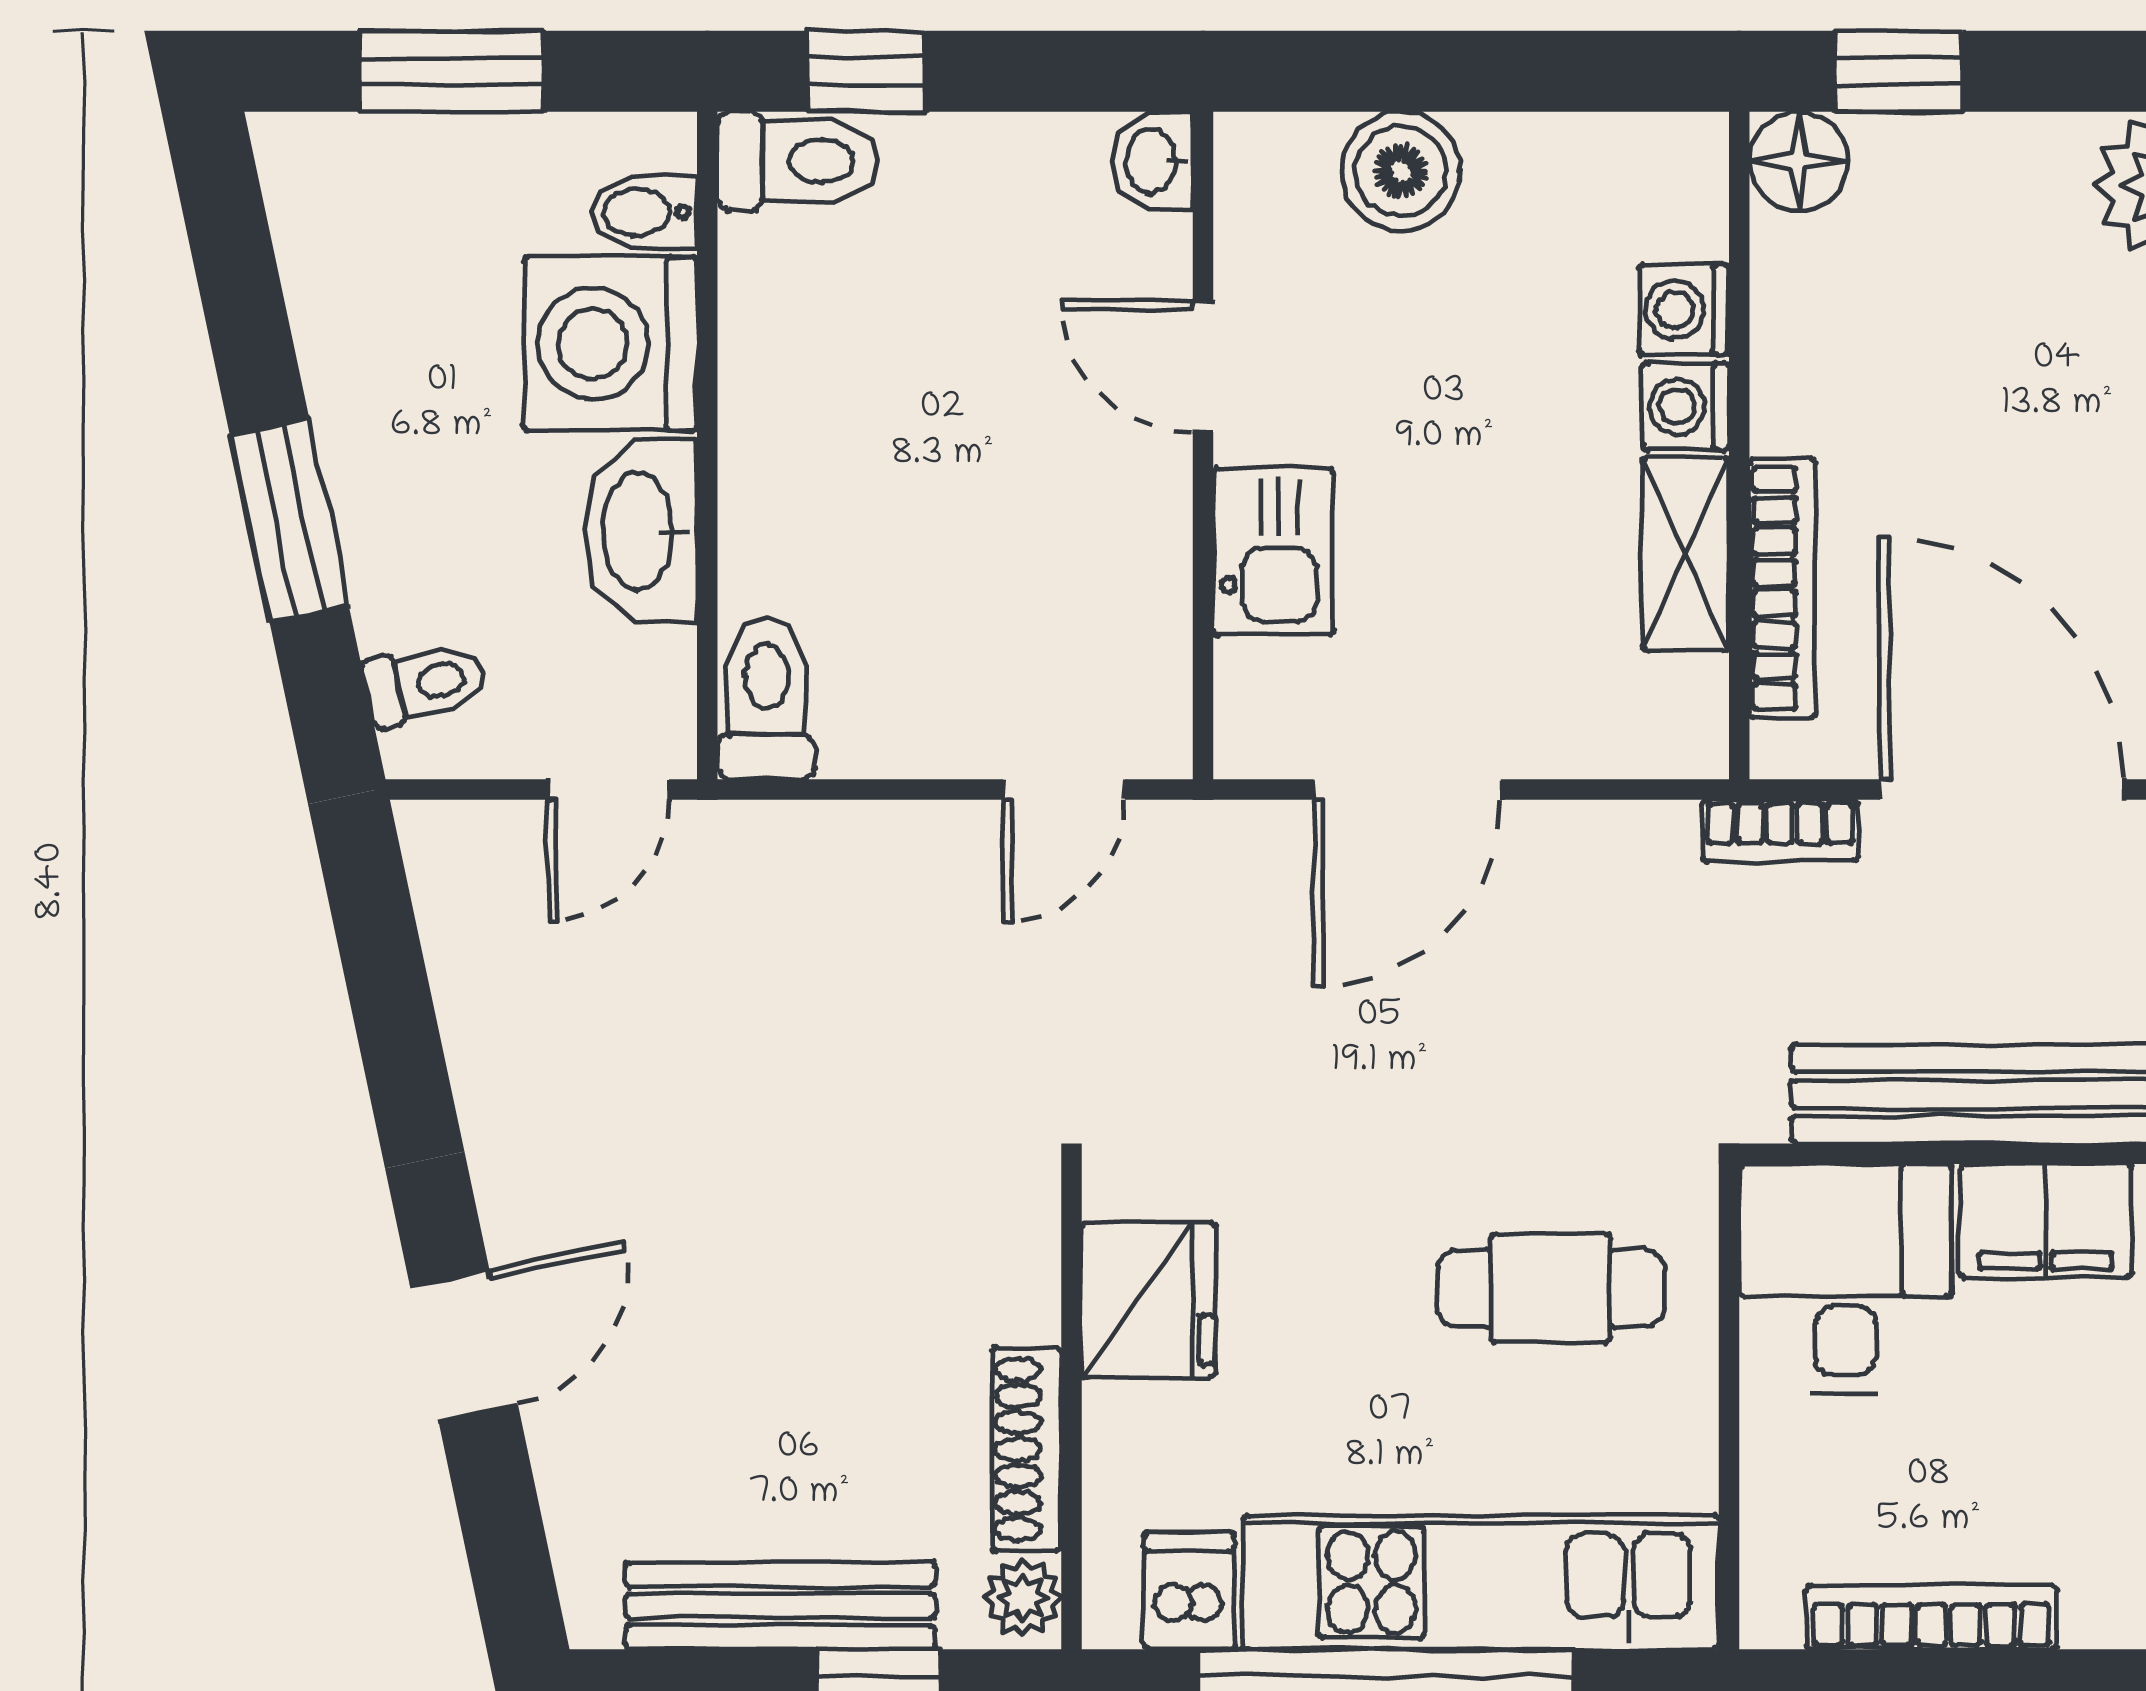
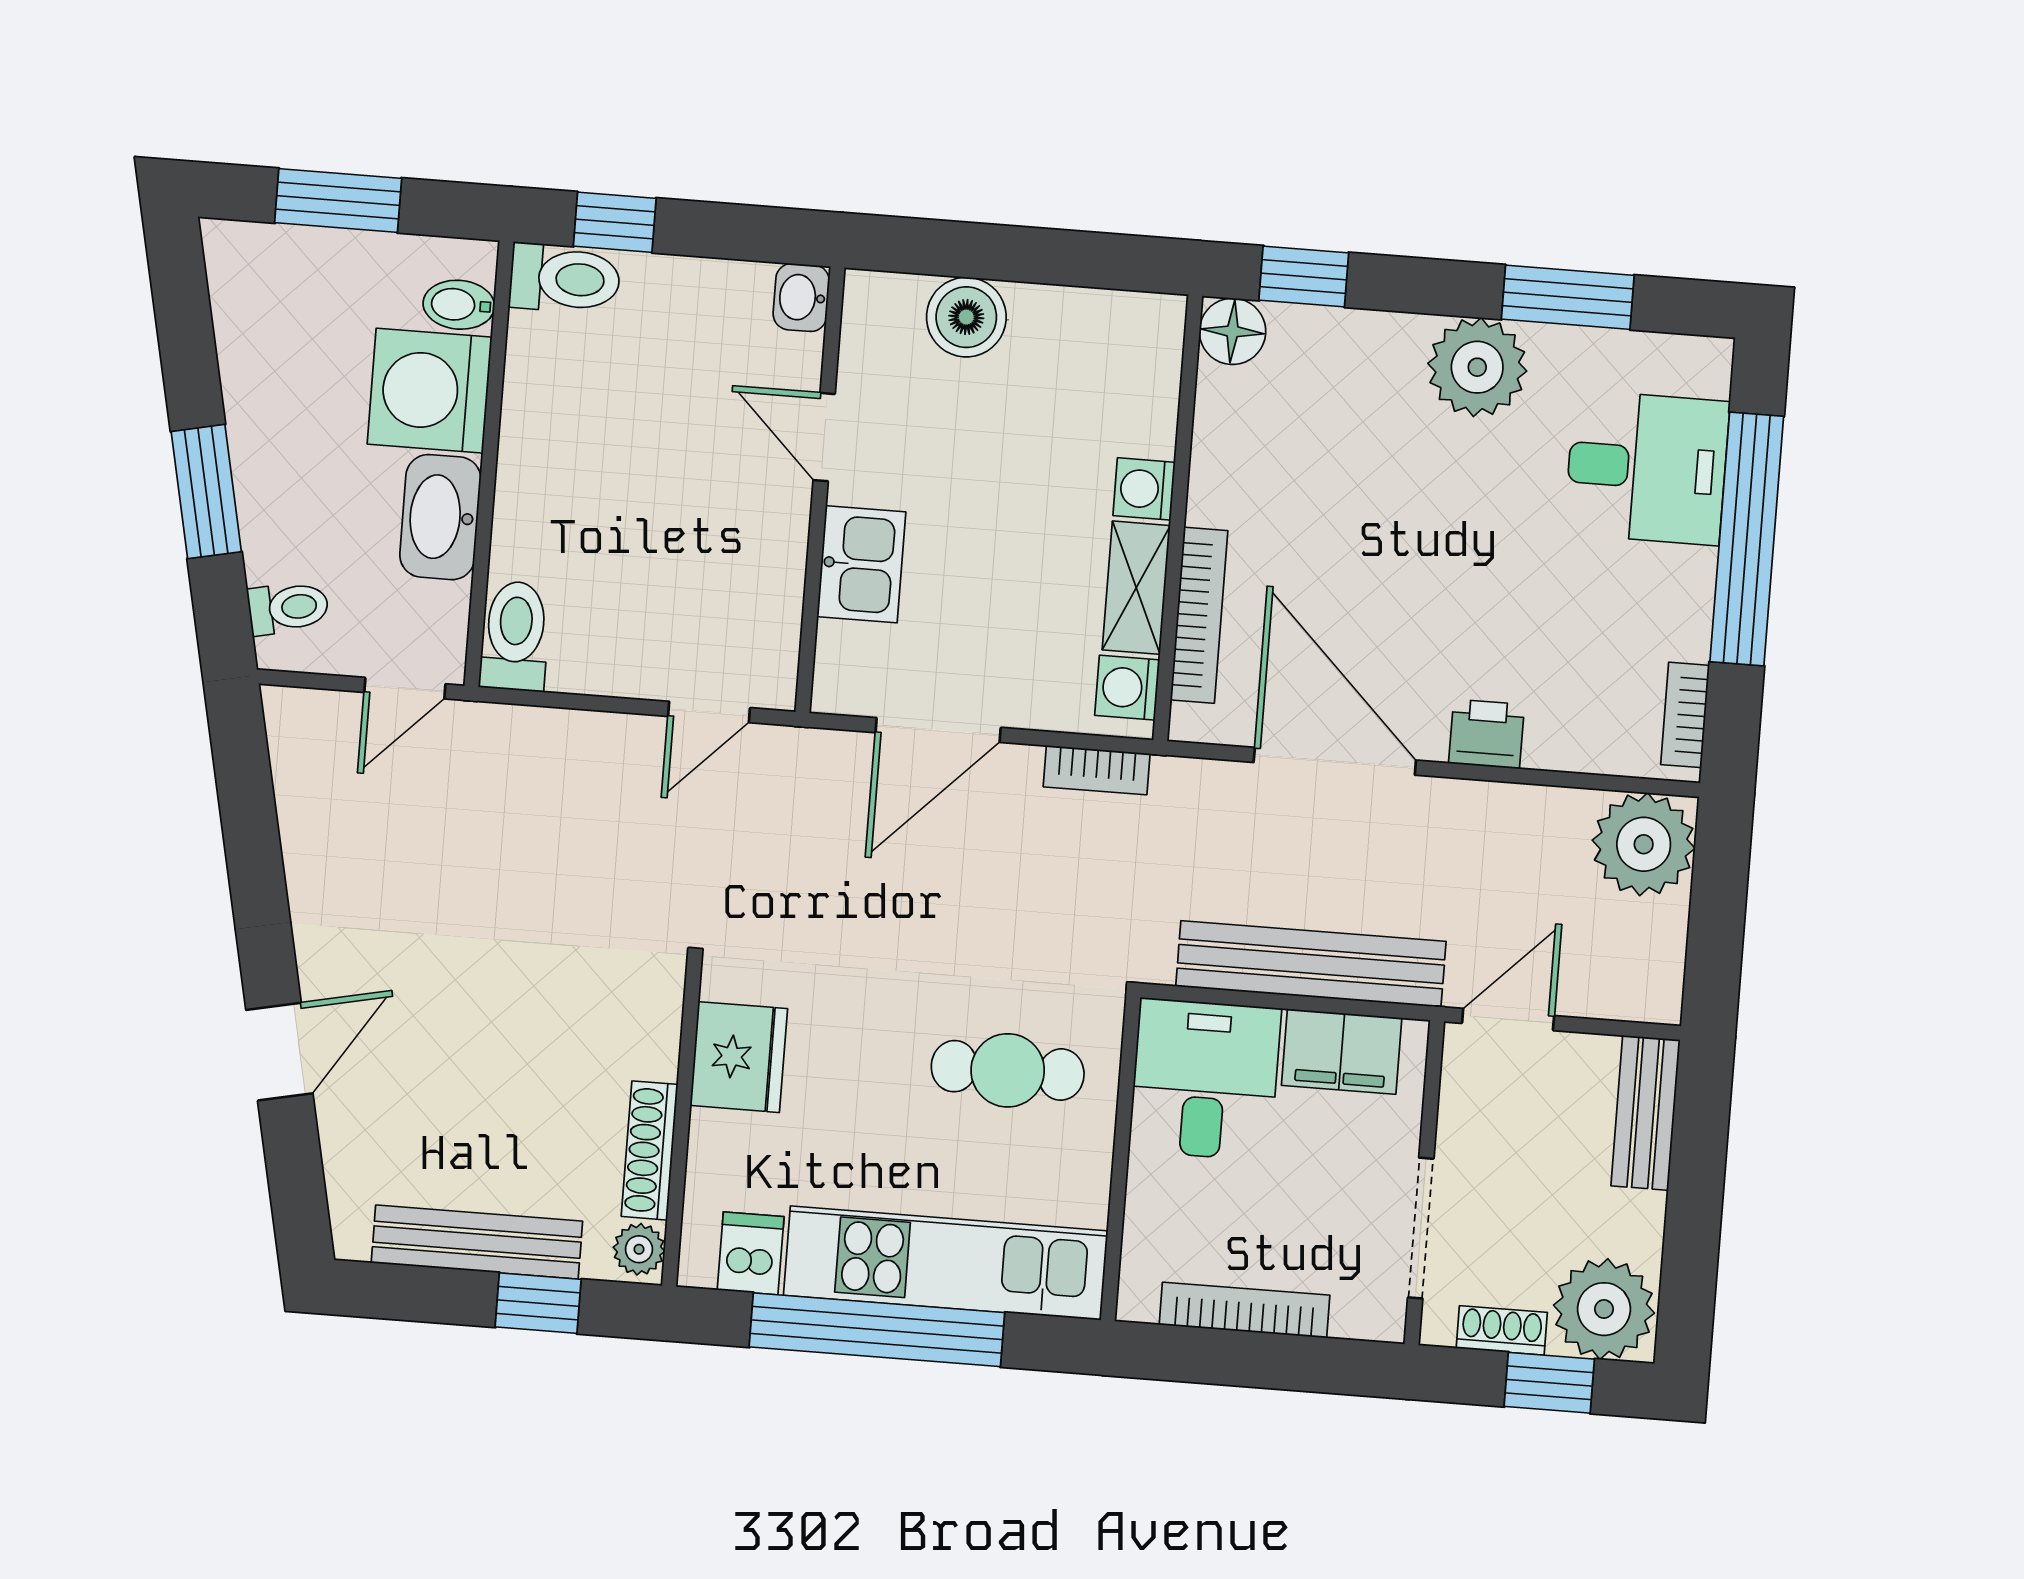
washing machine: (1684, 310) -> (1127, 688), moved
bookcase: (1780, 831) -> (1097, 770), moved

